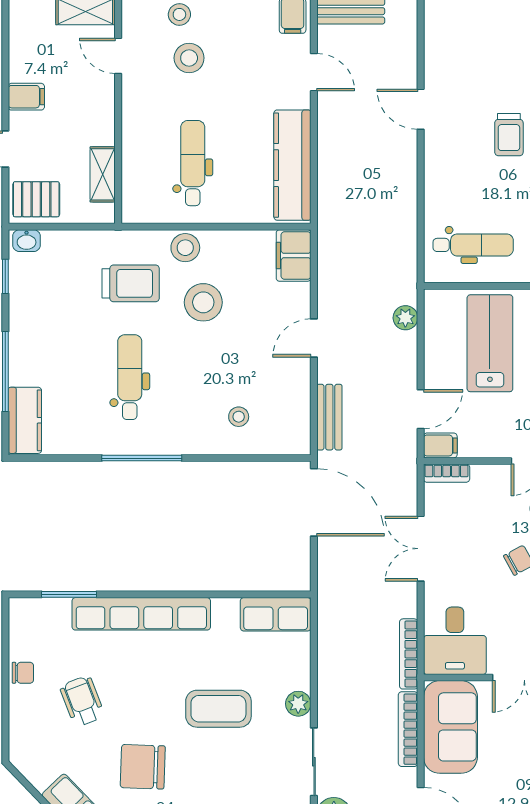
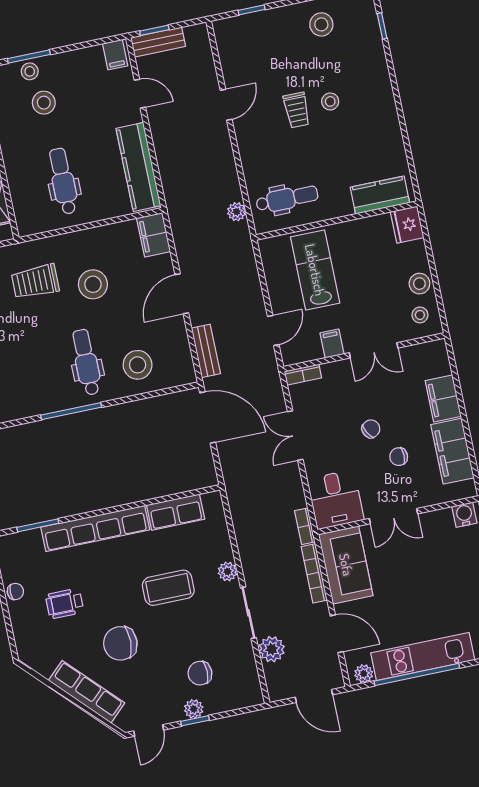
door: (421, 109) -> (226, 105), swing flipped
stool: (185, 248) -> (71, 246), removed
trolley: (131, 283) -> (35, 281), turned 180
plant: (405, 318) -> (237, 212), moved
door: (314, 338) -> (182, 294), width x1.38
dental chair: (130, 377) -> (86, 362), moved
stool: (239, 417) -> (138, 365), width x1.89, depth x1.89
filing cabinet: (440, 445) -> (332, 344), moved, turned -90
row of seats: (276, 614) -> (176, 512), moved
bookcase: (409, 654) -> (305, 526), width x0.64
wheelchair: (82, 701) -> (64, 603), turned -69

